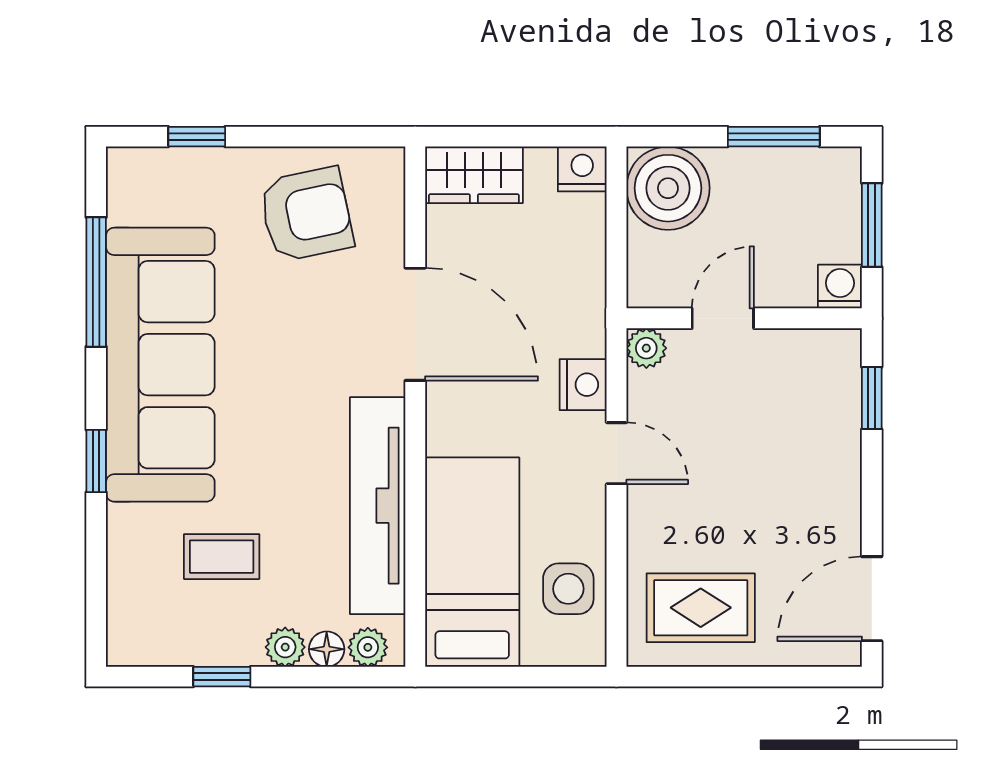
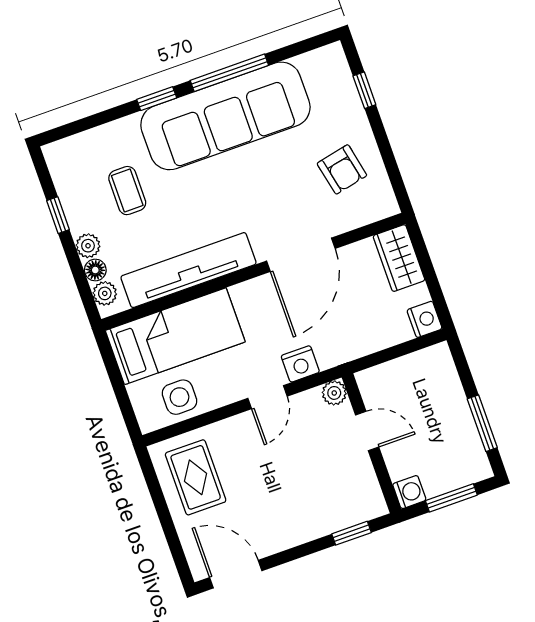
boiler: (668, 188) -> (431, 373), removed
armchair: (306, 214) -> (342, 169), width x0.72, depth x0.72
window: (96, 282) -> (229, 73), moved

